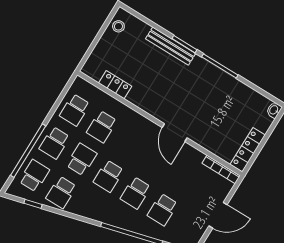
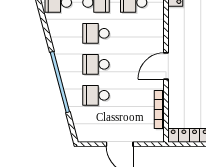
bookcase: (221, 169) -> (159, 109), moved

